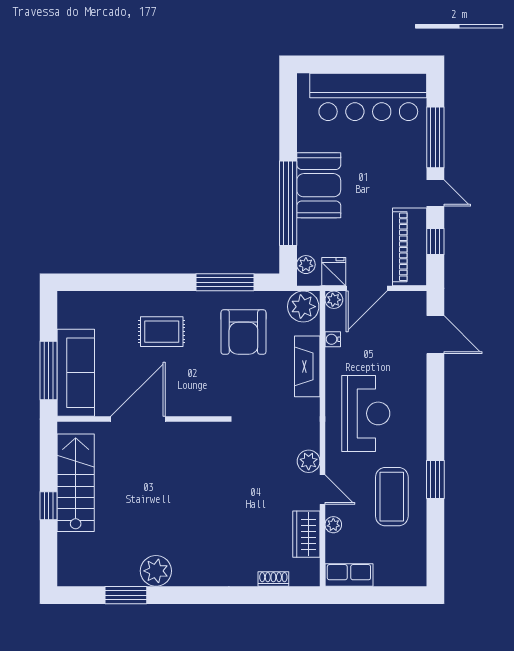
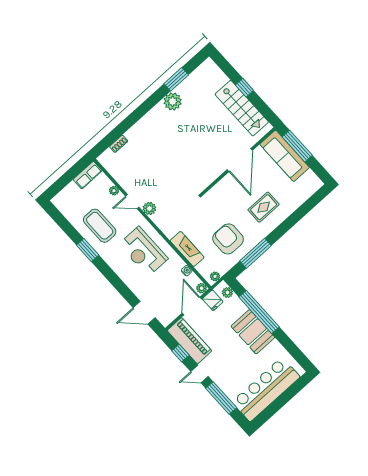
plant: (303, 307) -> (215, 276), width x0.53, depth x0.53
wardrobe: (306, 534) -> (122, 176), removed

